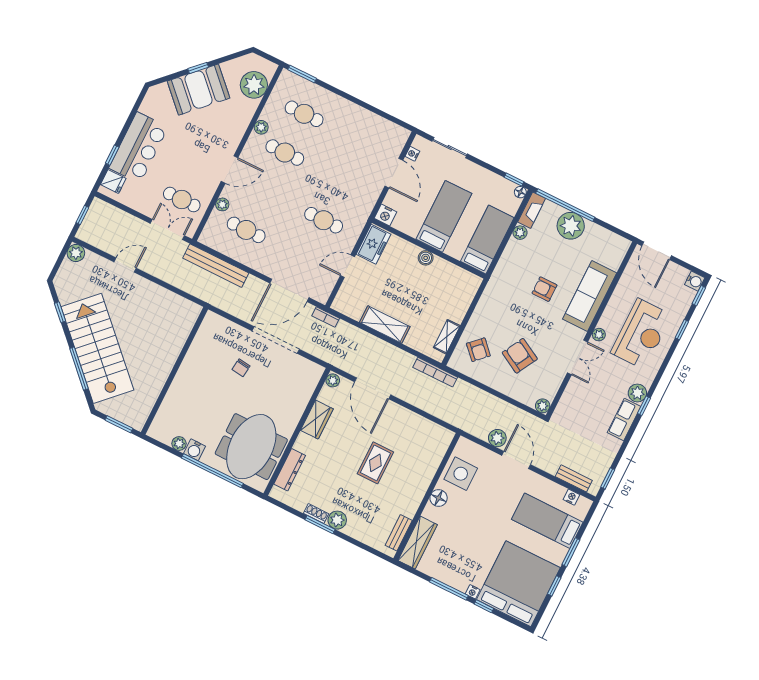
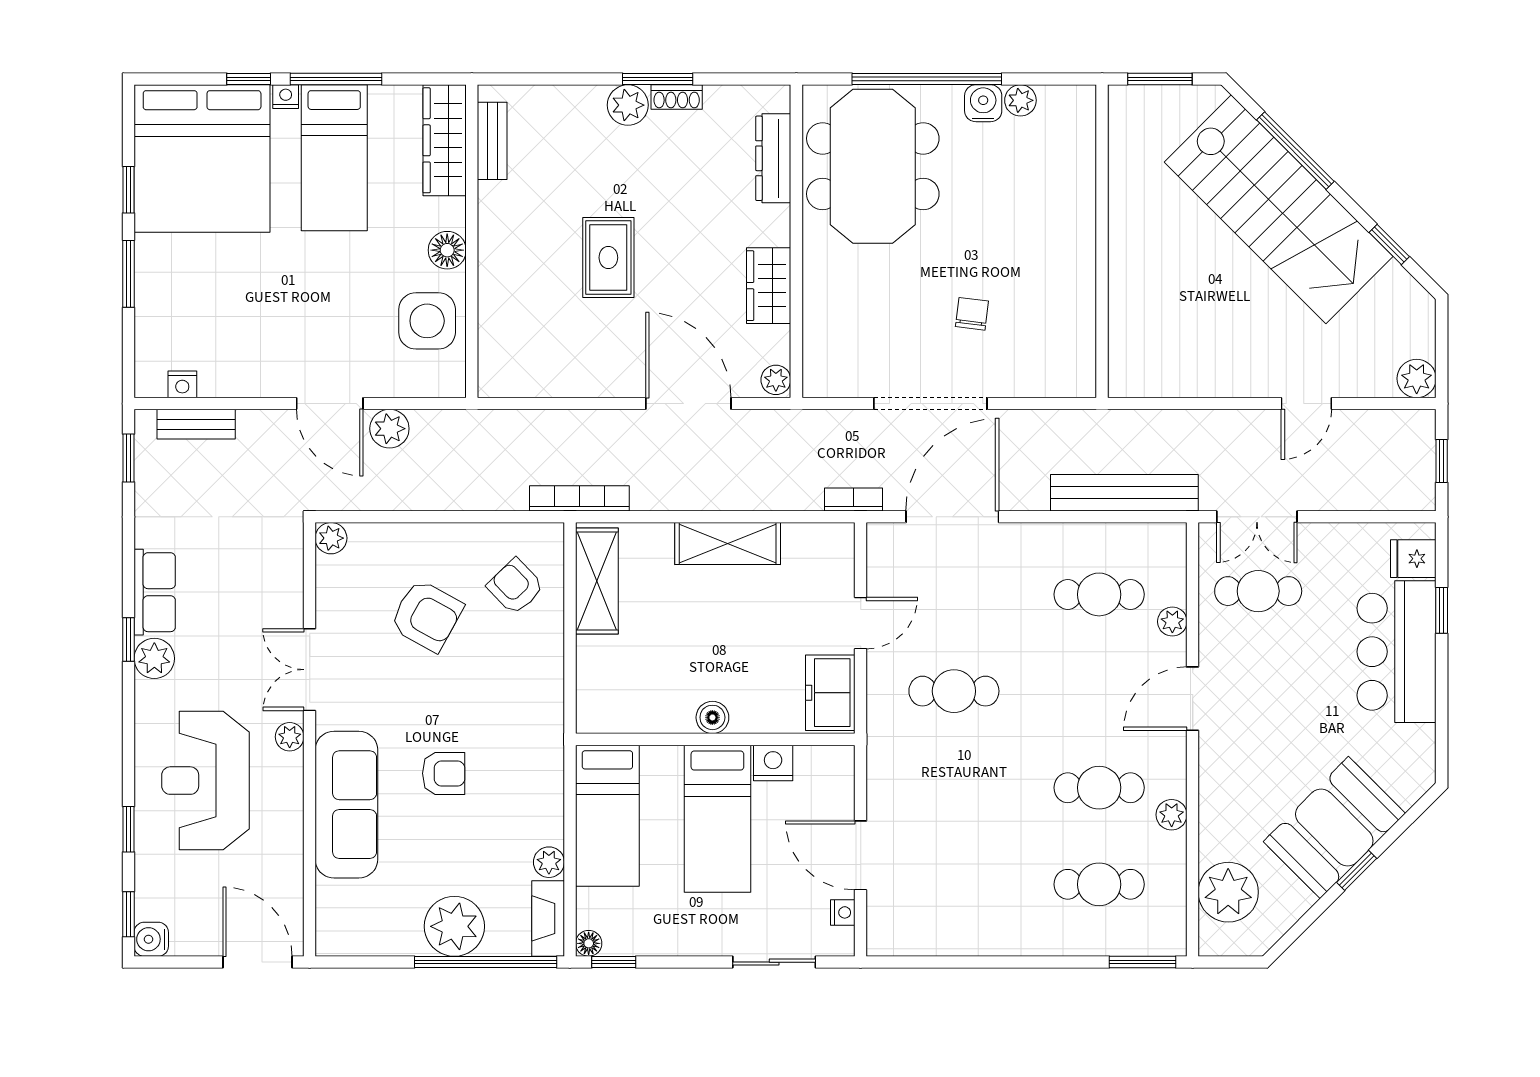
nightstand: (385, 215) -> (773, 763), moved
shelving: (447, 337) -> (597, 581), width x1.50, depth x1.33
bed: (547, 521) -> (334, 158), moved, turned 90

